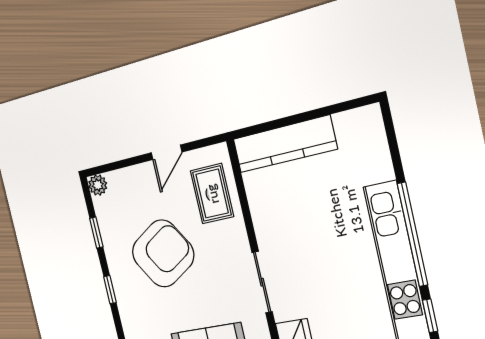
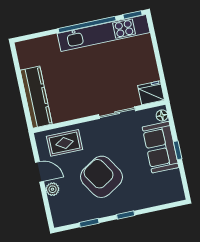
plant: (98, 185) -> (52, 189), moved

